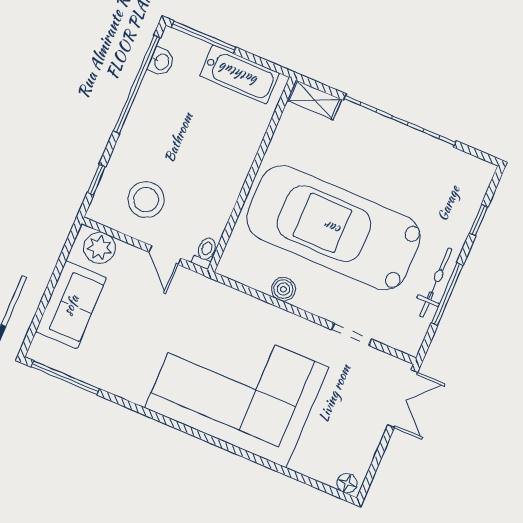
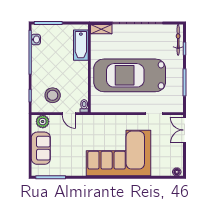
bathtub: (239, 74) -> (81, 45), moved, turned 90
bicycle: (436, 283) -> (178, 40), moved
boiler: (283, 289) -> (120, 107), removed
double door: (403, 399) -> (184, 130), swing flipped

